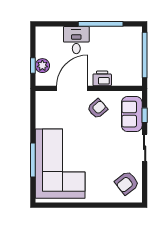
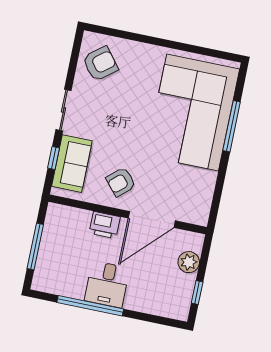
desk: (76, 40) -> (107, 284), moved
window: (145, 55) -> (35, 247), width x0.68
window: (33, 65) -> (197, 293), moved

